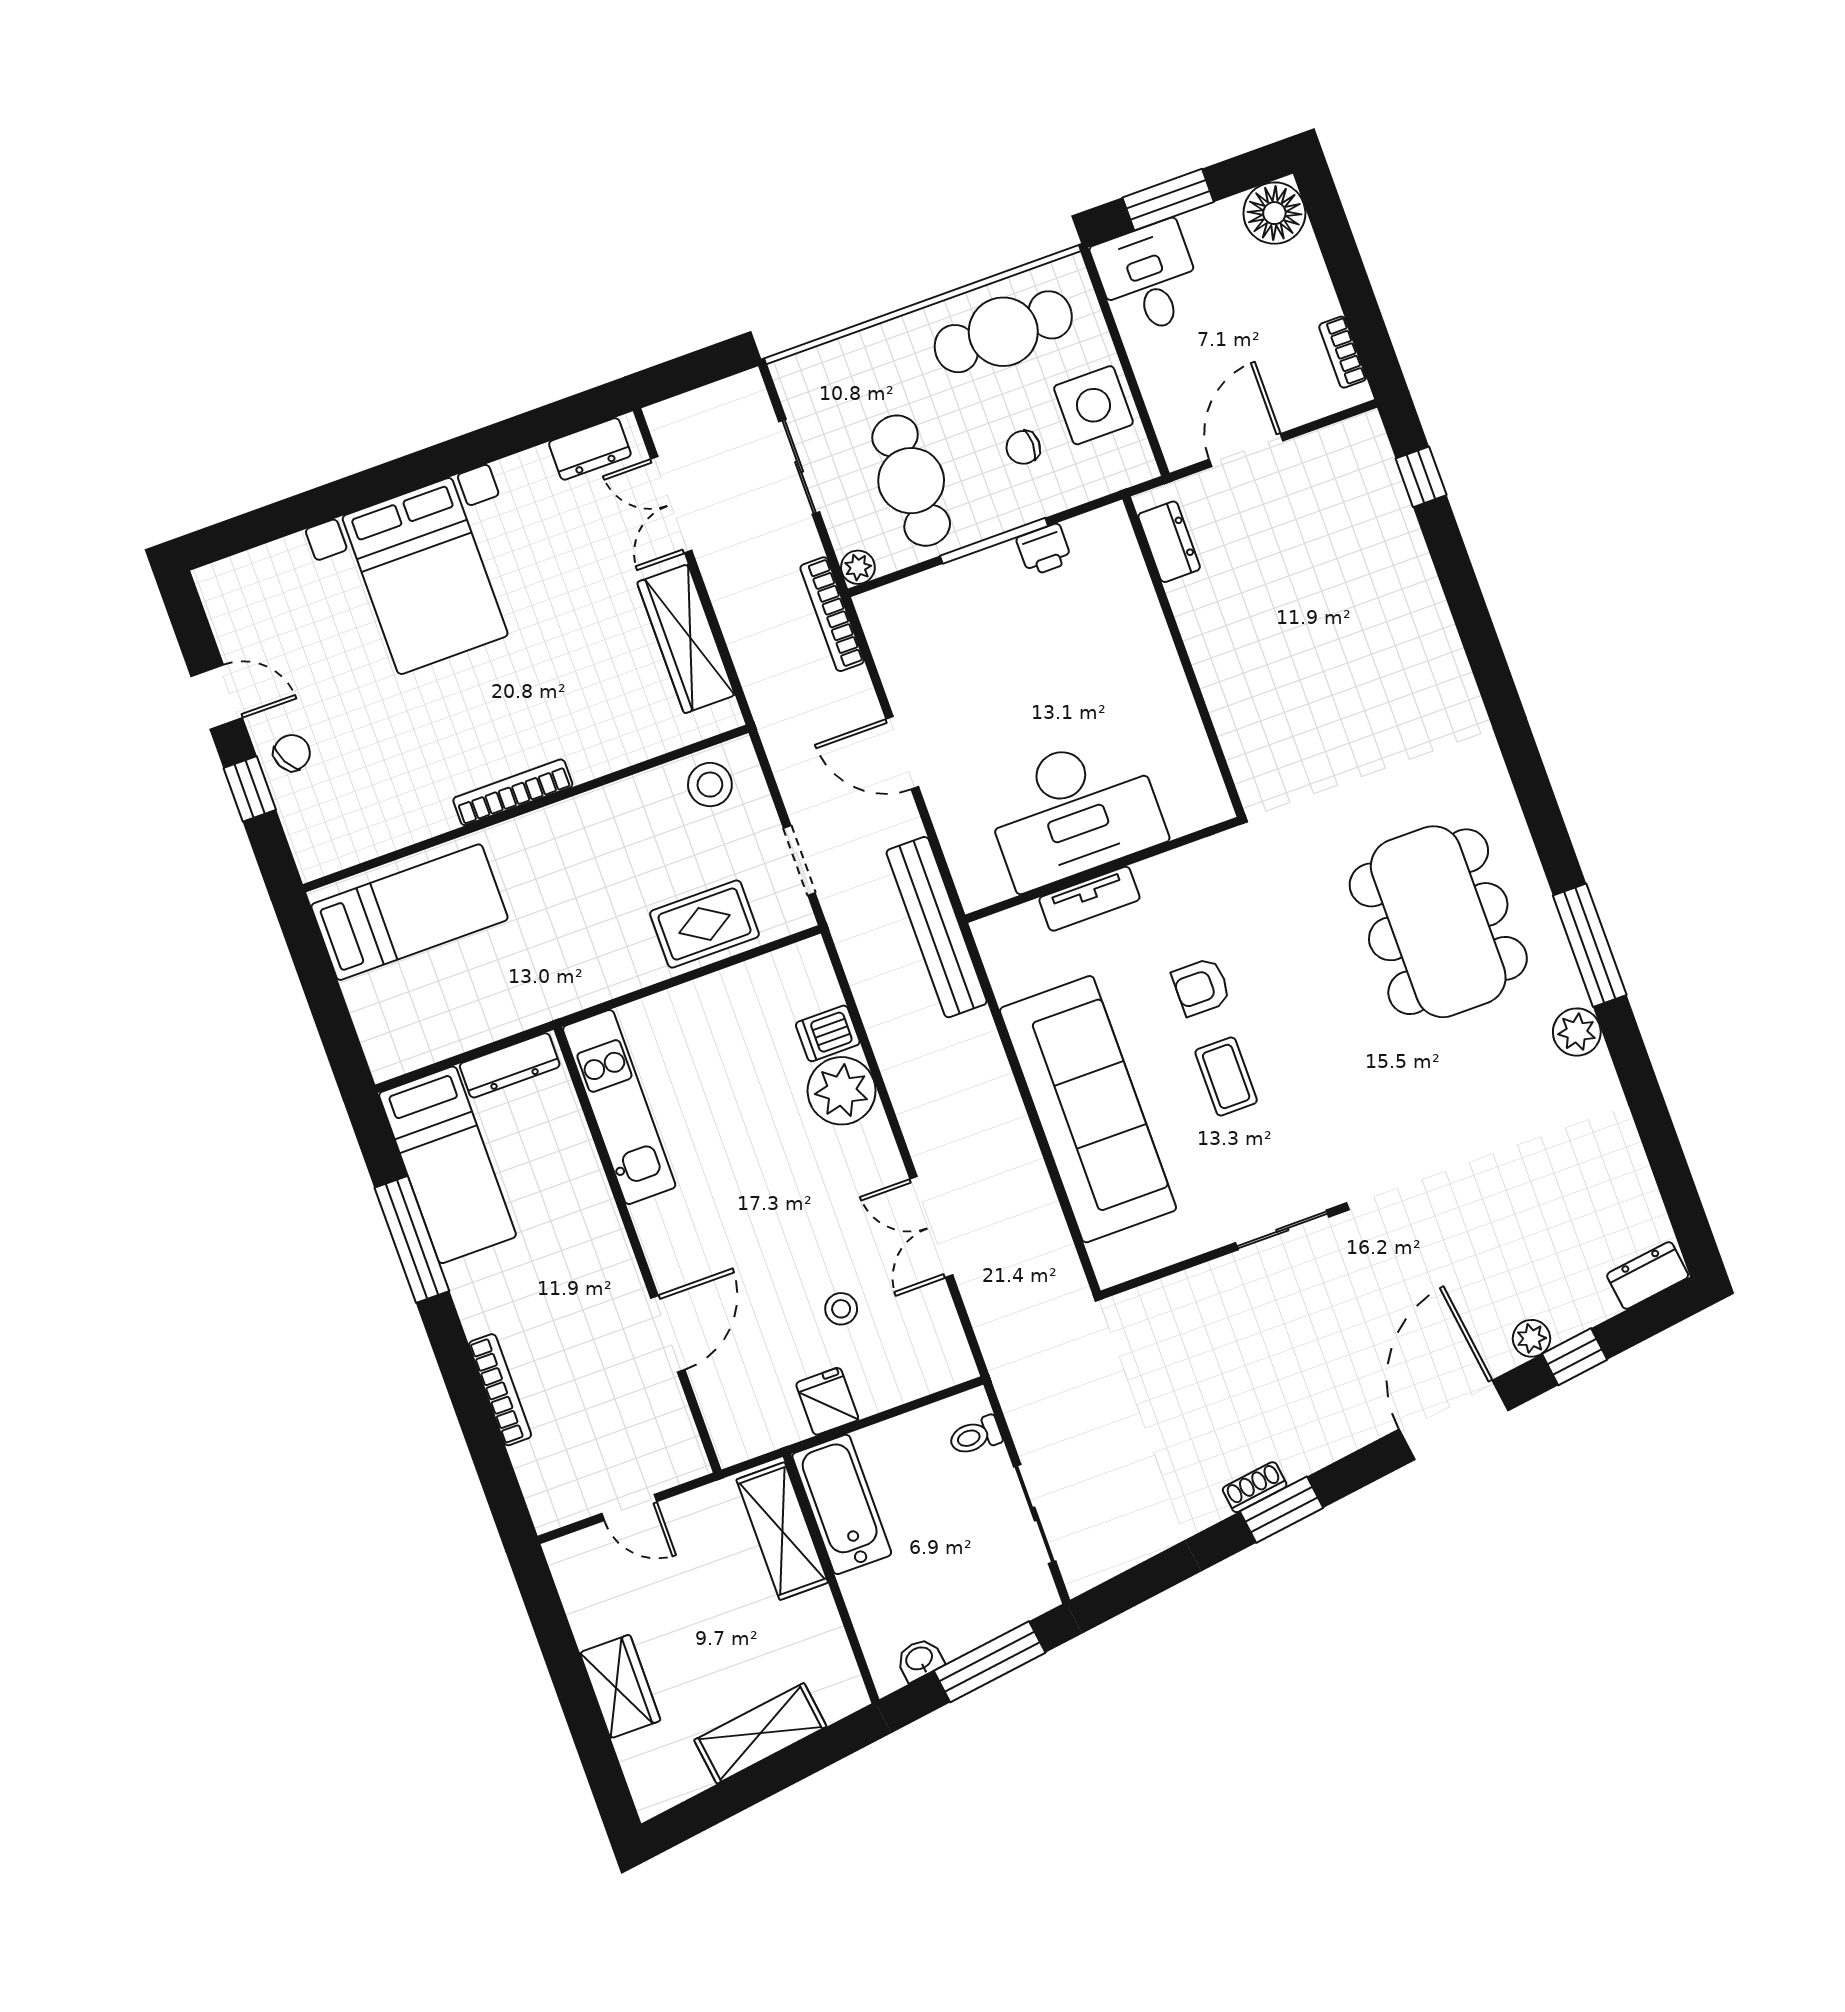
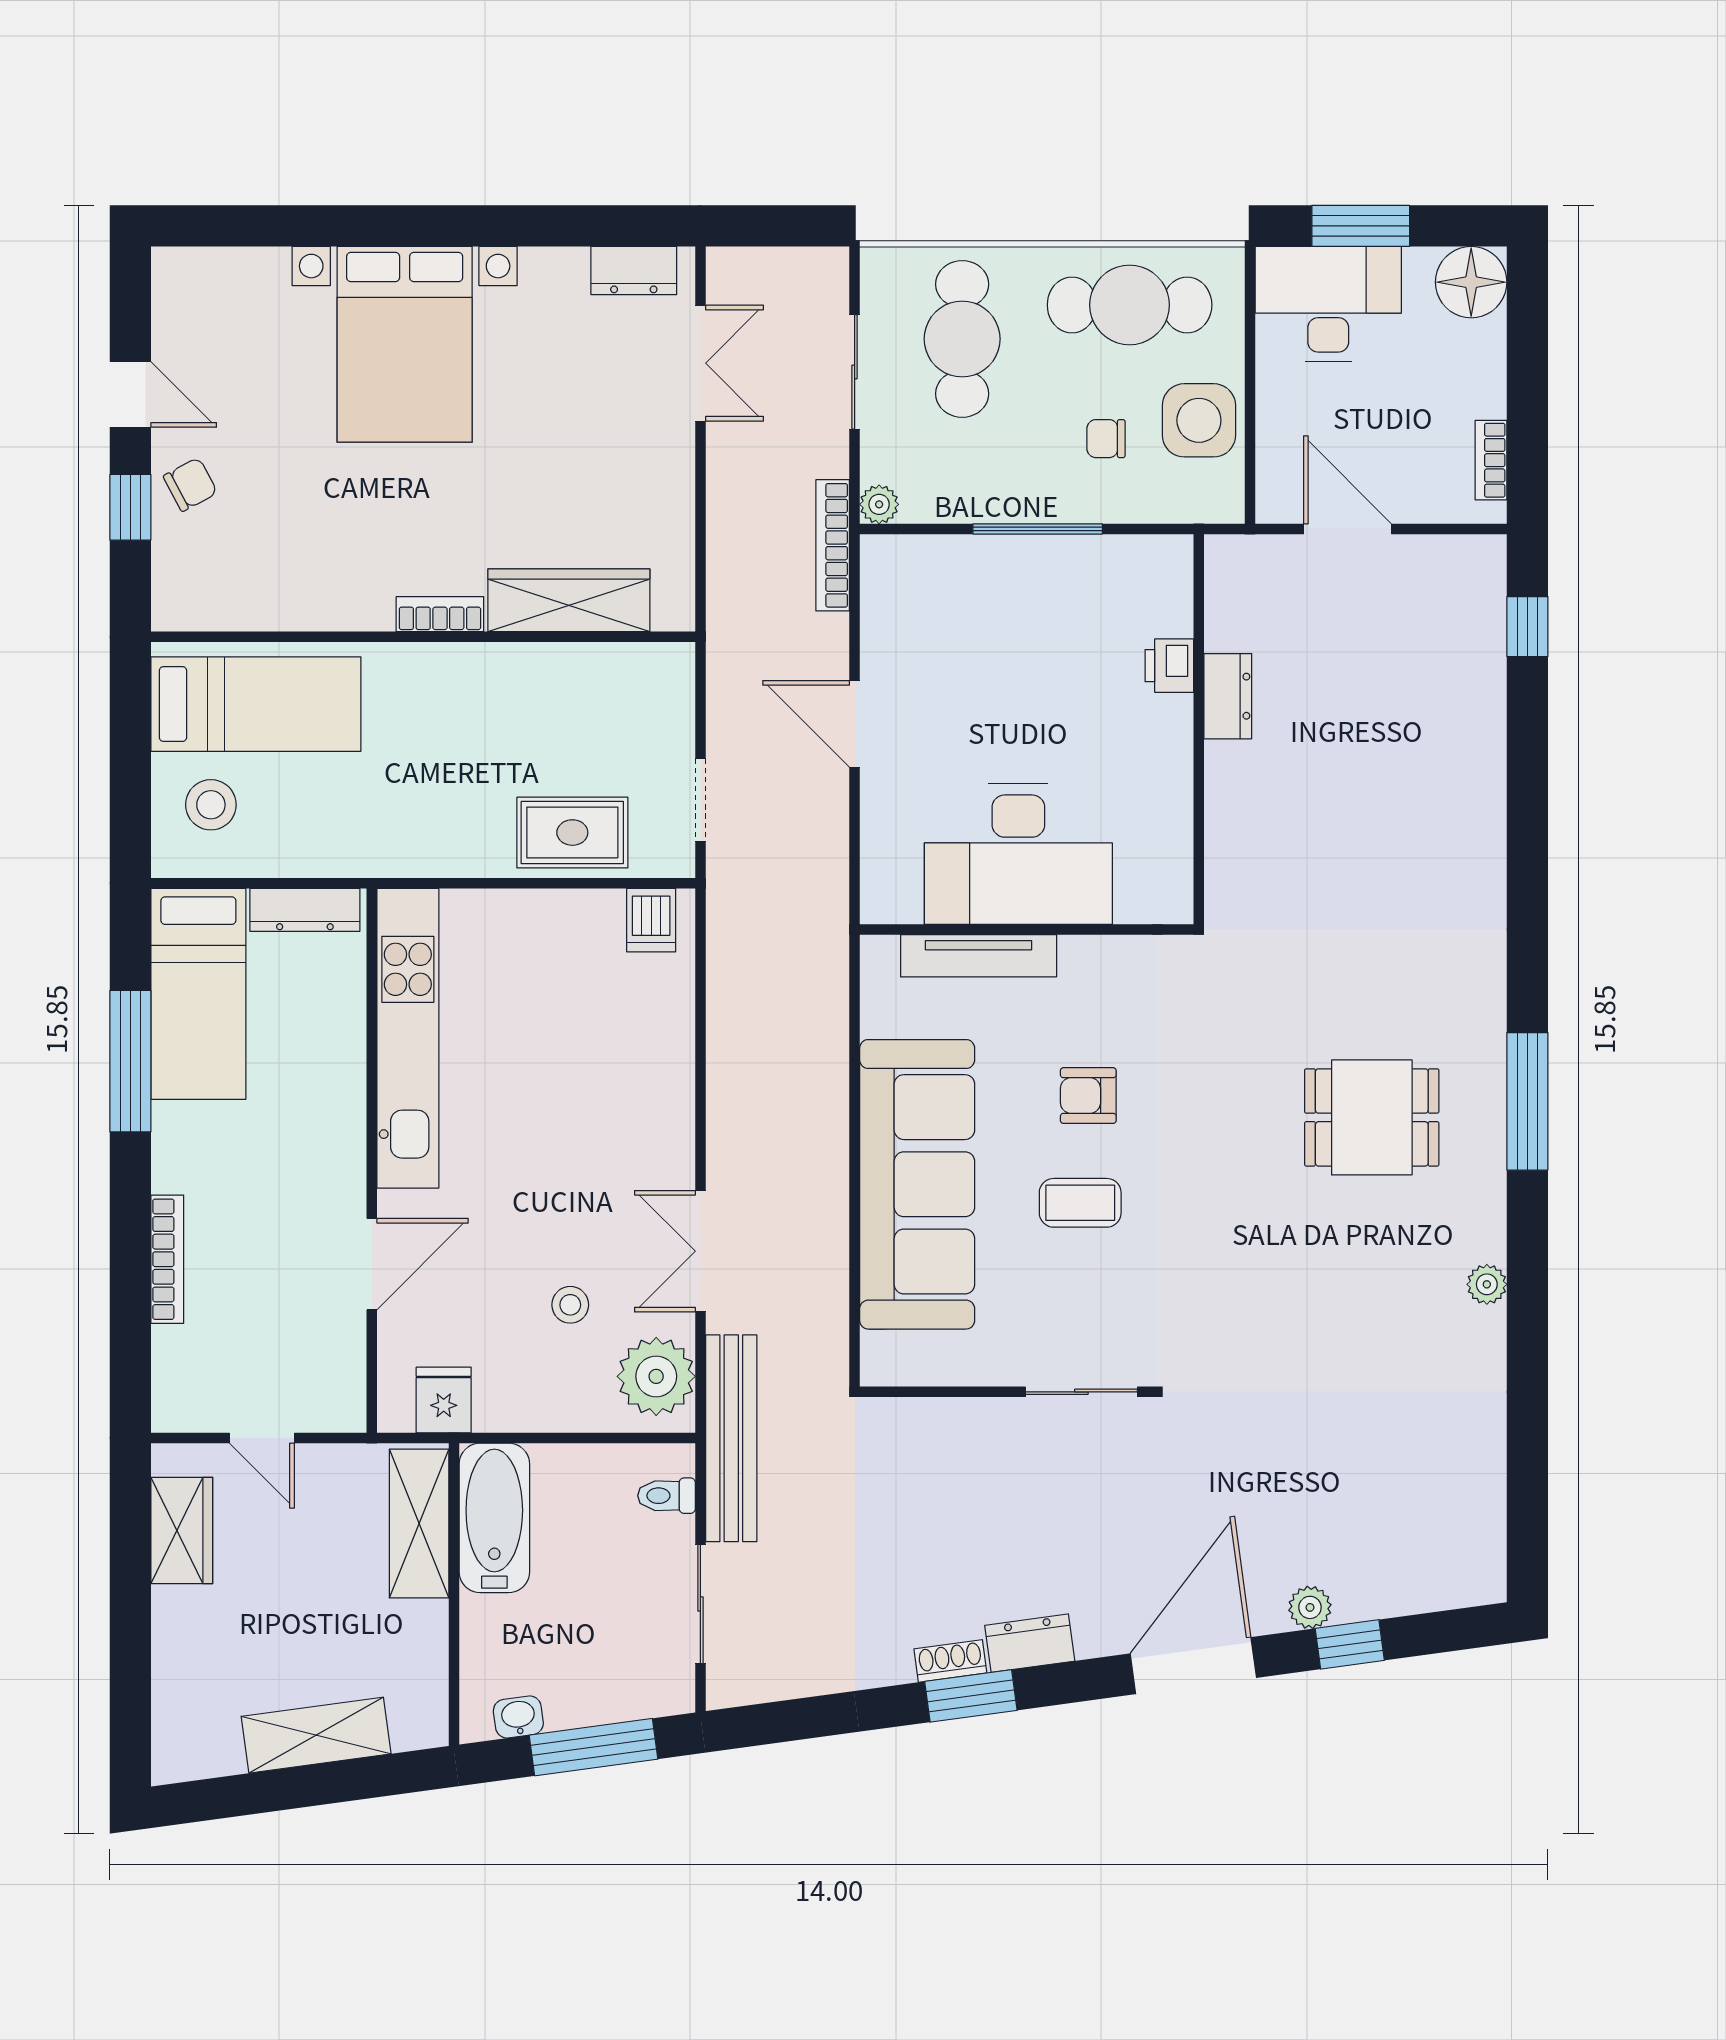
desk: (1148, 278) -> (1328, 304), width x1.37
door: (1246, 450) -> (1347, 529), hinge flipped
cafe table: (911, 481) -> (962, 339), moved
double door: (671, 505) -> (700, 363), swing flipped
dresser: (1169, 542) -> (1228, 696), moved
printer: (1044, 550) -> (1169, 666), moved, turned 90
wardrobe: (686, 639) -> (569, 600), moved, turned 90
stool: (710, 785) -> (211, 805), moved
bookcase: (513, 792) -> (440, 614), width x0.64
tv unit: (1089, 899) -> (979, 956), width x1.41
dining table: (1438, 922) -> (1372, 1117), width x0.53, depth x0.80
bench: (937, 927) -> (731, 1438), moved
window: (1590, 945) -> (1527, 1101), moved
plant: (1577, 1032) -> (1487, 1284), width x0.73, depth x0.73
dishwasher: (828, 1033) -> (651, 920), moved, turned -90
coffee table: (1226, 1076) -> (1080, 1203), turned 90
plant: (842, 1091) -> (656, 1376), moved
kitchen unit: (619, 1107) -> (408, 1038), width x1.36
dresser: (1648, 1275) -> (1030, 1643), moved
fridge: (827, 1401) -> (444, 1400), moved
wardrobe: (620, 1687) -> (182, 1531), moved

